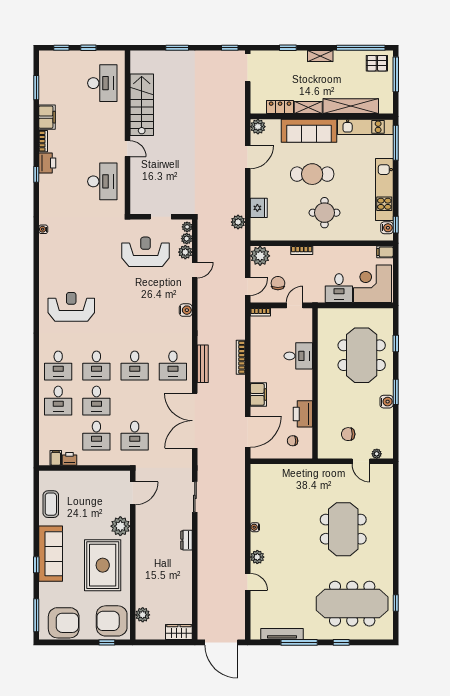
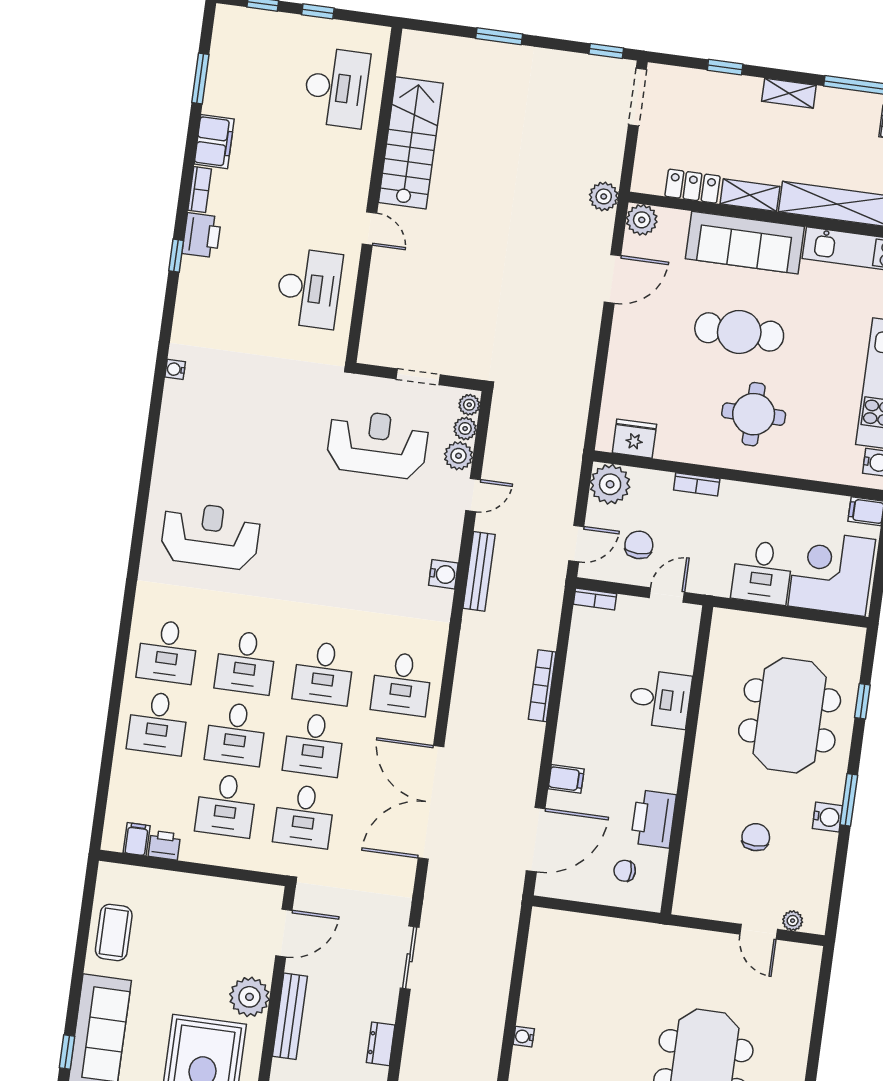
fridge: (259, 208) -> (634, 439), moved, turned -90
plant: (238, 222) -> (604, 196), moved
bench: (203, 364) -> (479, 571), moved
filing cabinet: (258, 394) -> (566, 779), width x0.50
desk: (135, 401) -> (314, 744), added
chair: (348, 434) -> (756, 837), moved, turned 90
bench: (141, 533) -> (290, 1016), added

